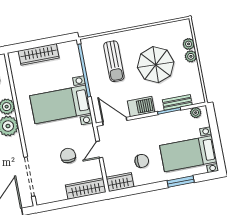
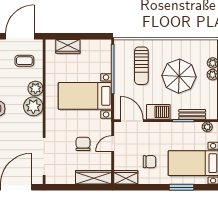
wardrobe: (39, 54) -> (68, 46), width x0.67

